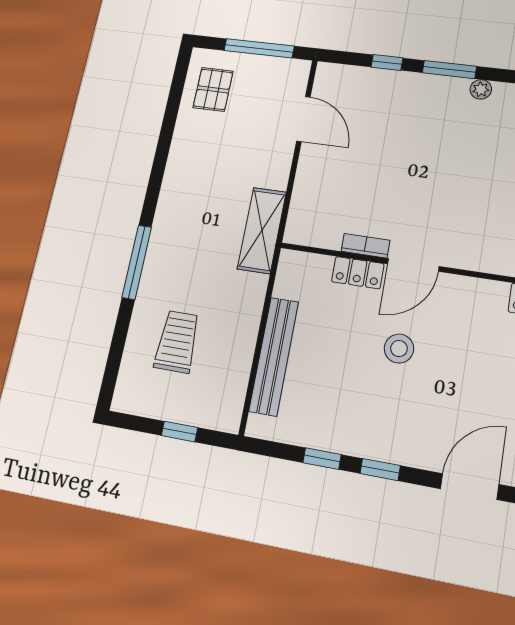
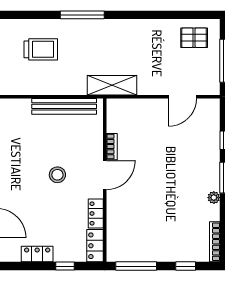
door: (413, 265) -> (105, 175), swing flipped
locker: (358, 273) -> (96, 213), moved
bench: (274, 356) -> (64, 106), moved

